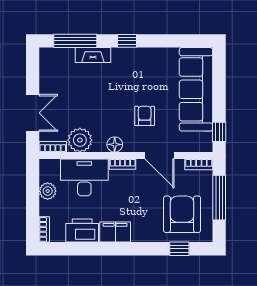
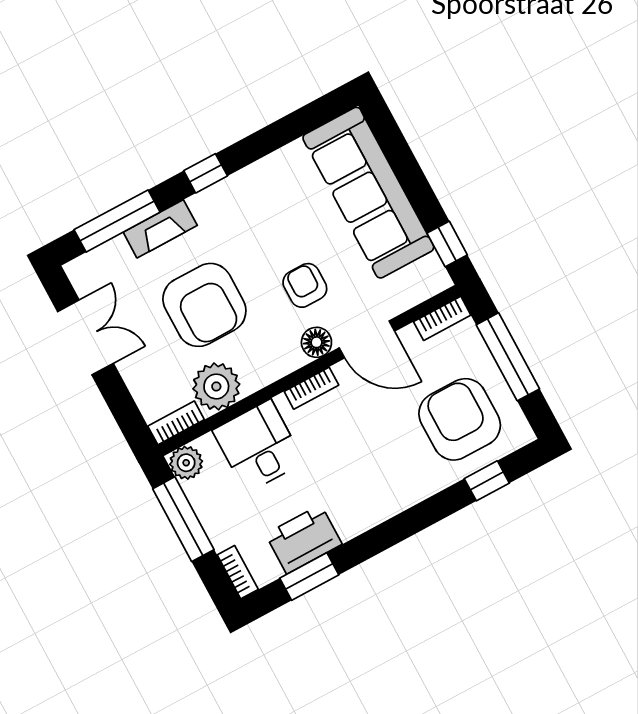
armchair: (94, 100) -> (204, 305), added
double door: (33, 113) -> (85, 337), moved
floor lamp: (115, 144) -> (316, 342), moved
desk: (84, 177) -> (258, 446), width x0.73
plant: (48, 191) -> (186, 463), moved
window: (33, 192) -> (183, 519), added
filing cabinet: (115, 232) -> (361, 511), removed
window: (76, 249) -> (309, 576), added

